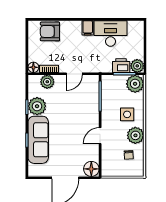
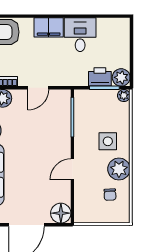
filing cabinet: (88, 28) -> (49, 27), width x2.00
desk: (111, 33) -> (80, 35), width x0.73
plant: (135, 84) -> (124, 96), width x0.53, depth x0.53

